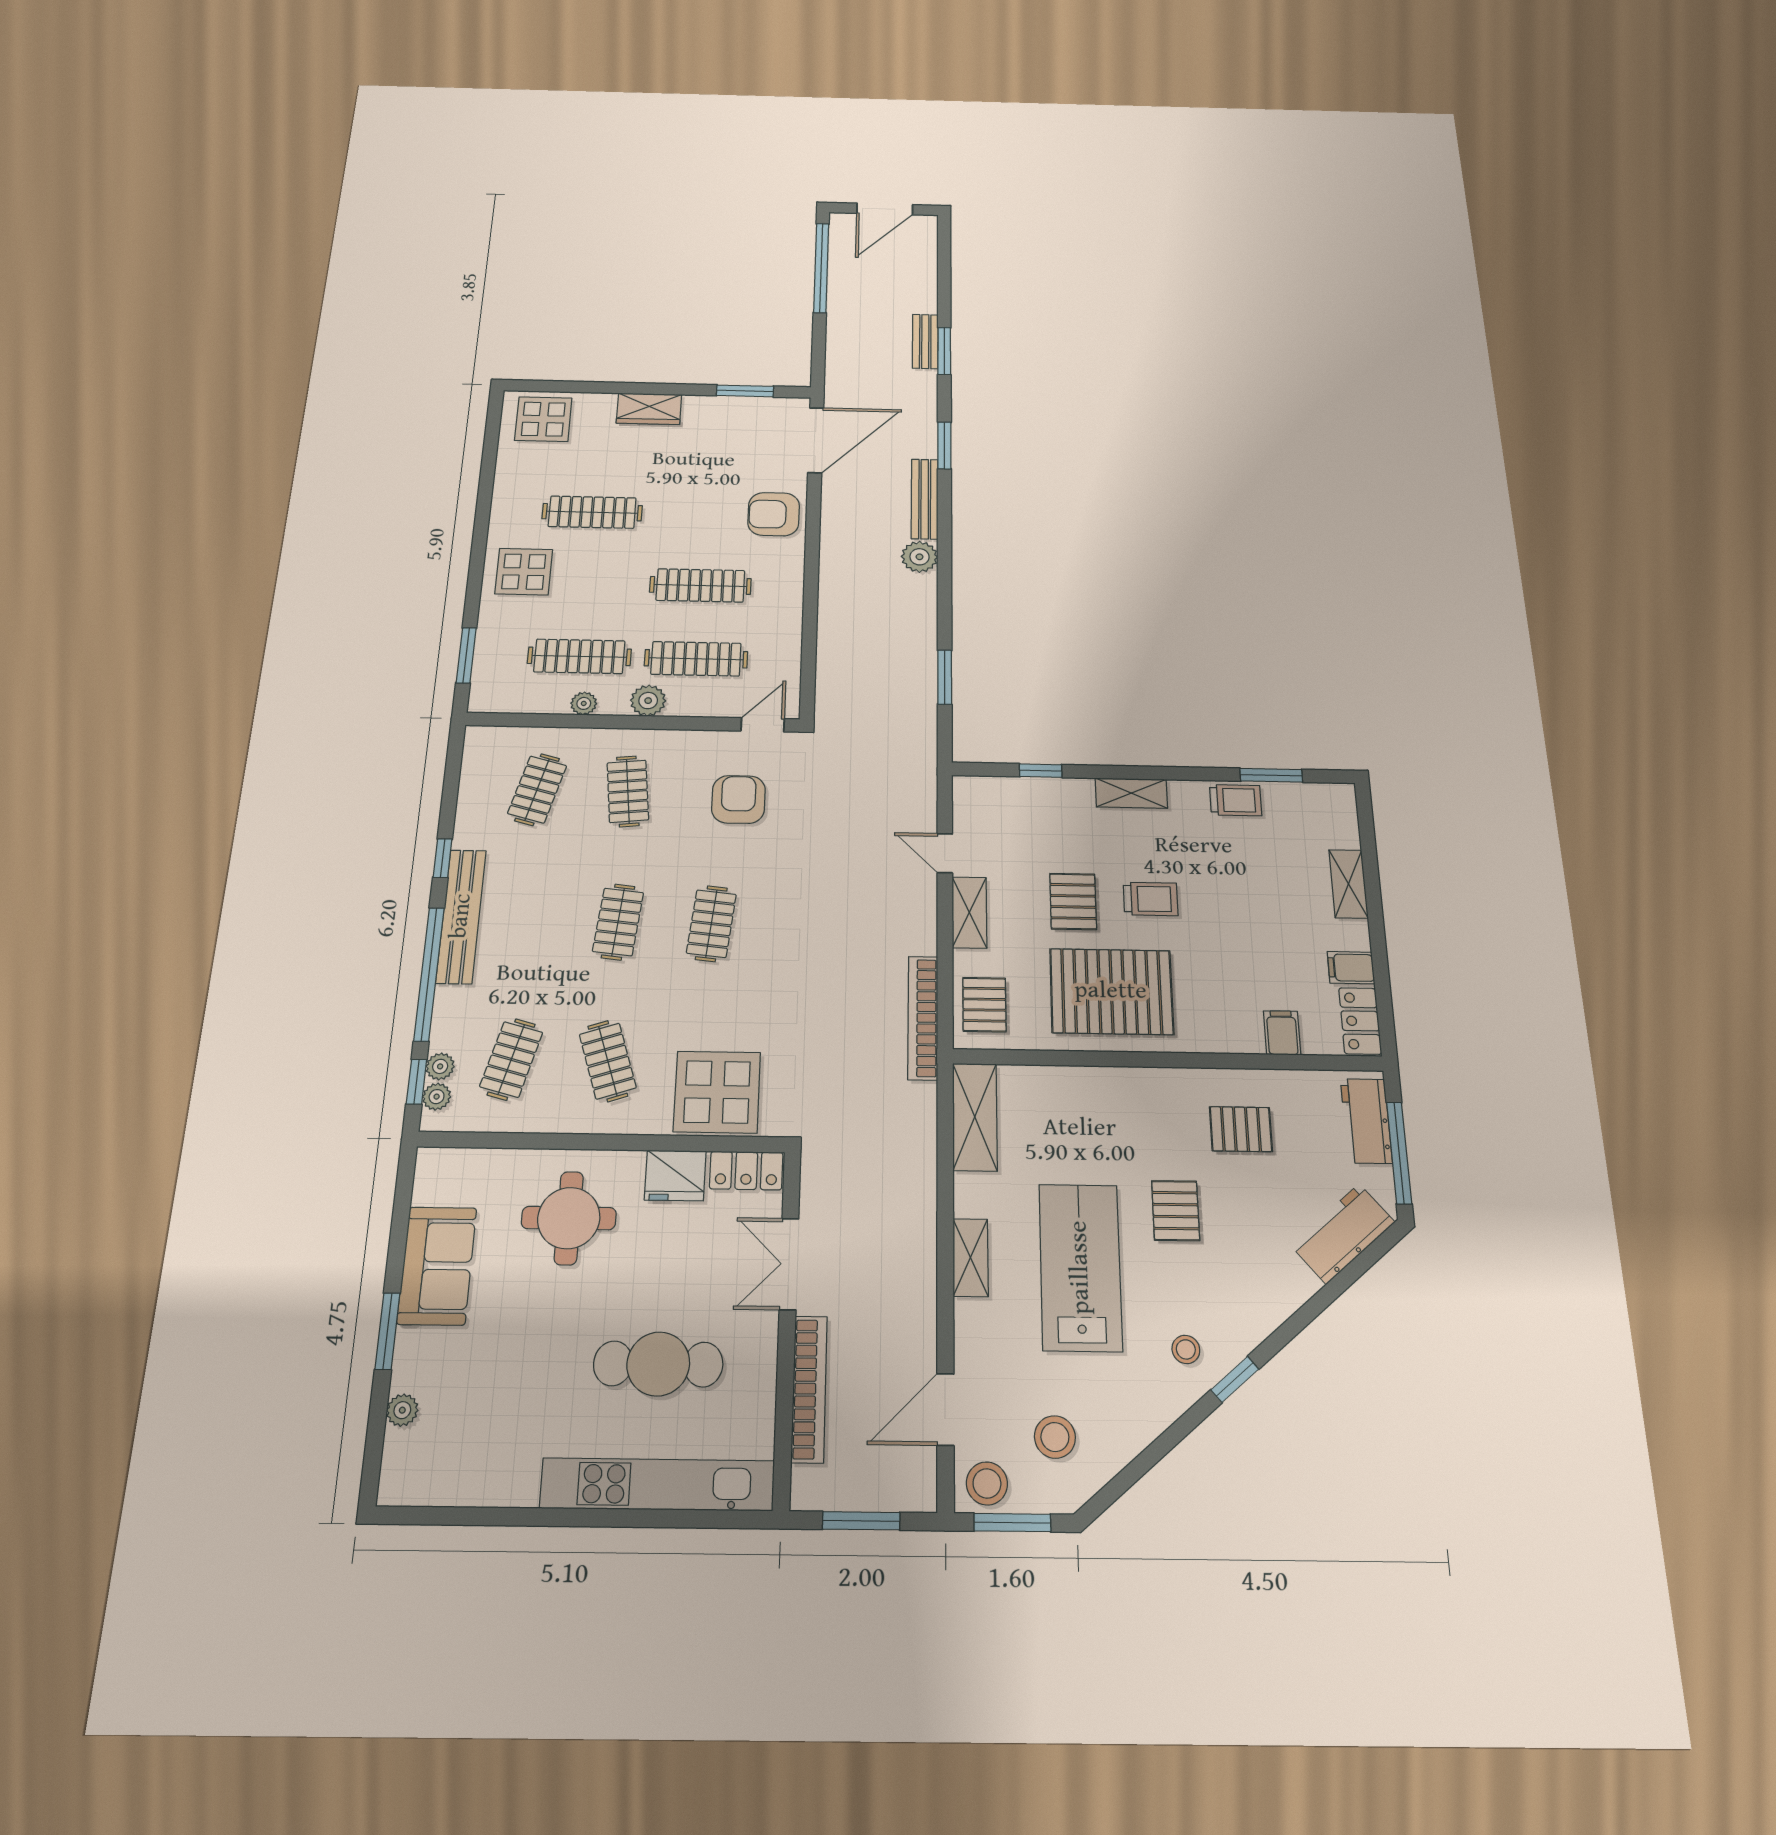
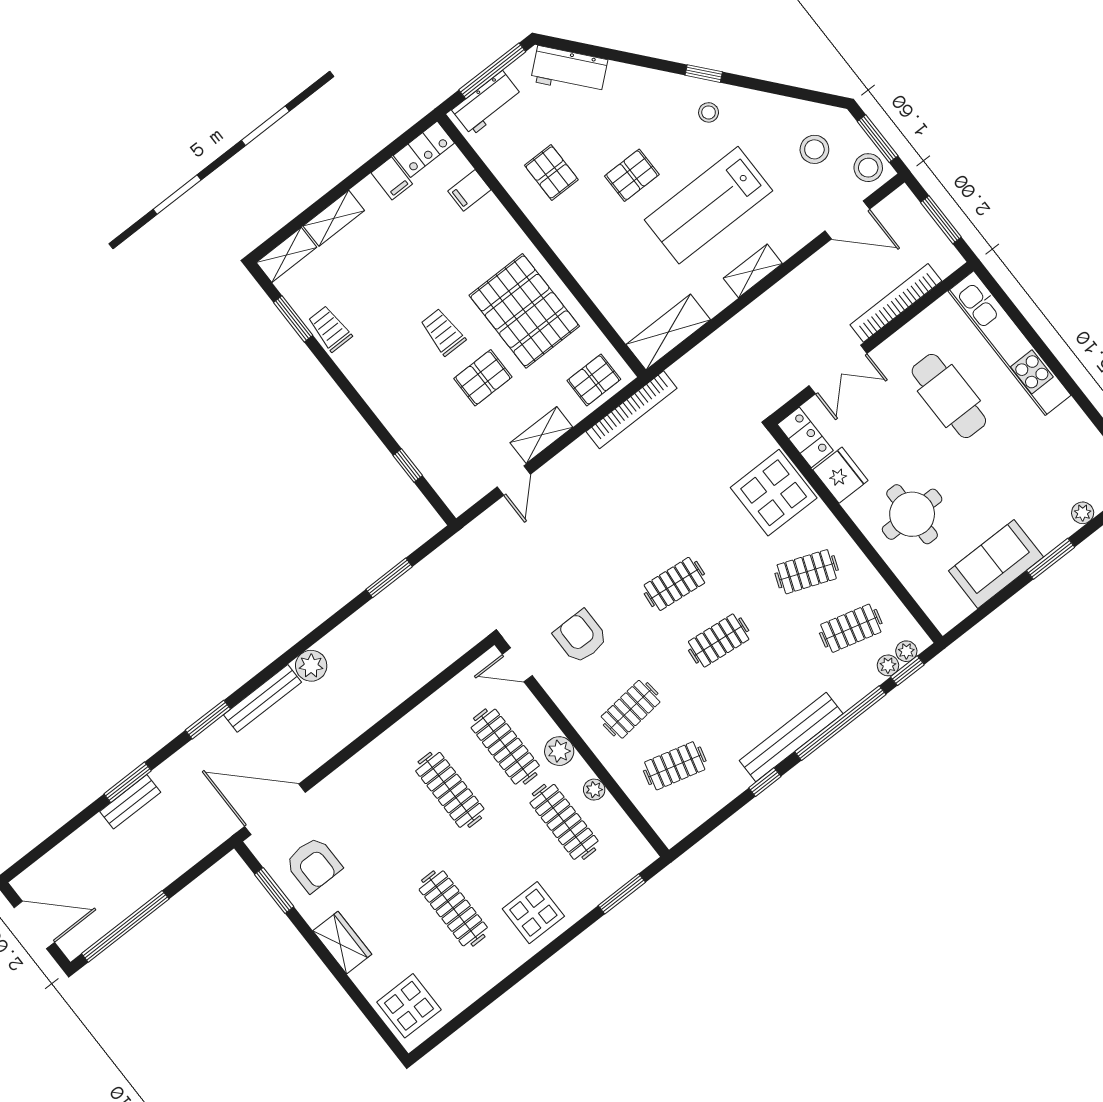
armchair: (774, 514) -> (314, 865), moved
shelving: (1131, 793) -> (287, 255), moved, turned 90
armchair: (738, 799) -> (581, 637), turned 90
clothes rail: (608, 1061) -> (807, 572), turned 39

